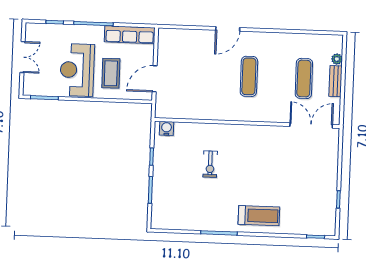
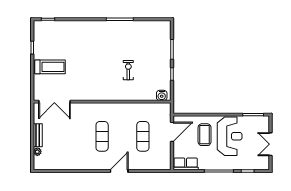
row of seats: (130, 35) -> (186, 164), width x0.68
exercise mat: (304, 78) -> (143, 136), moved
treadmill: (259, 216) -> (50, 67), moved, turned 180

